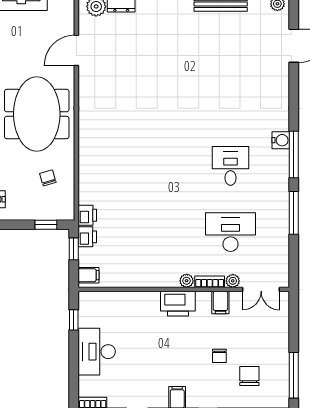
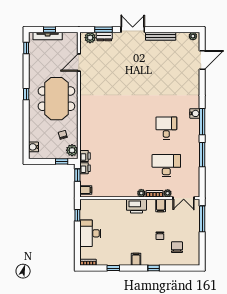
plant: (64, 205) -> (72, 150), added
window: (294, 375) -> (202, 219), moved

